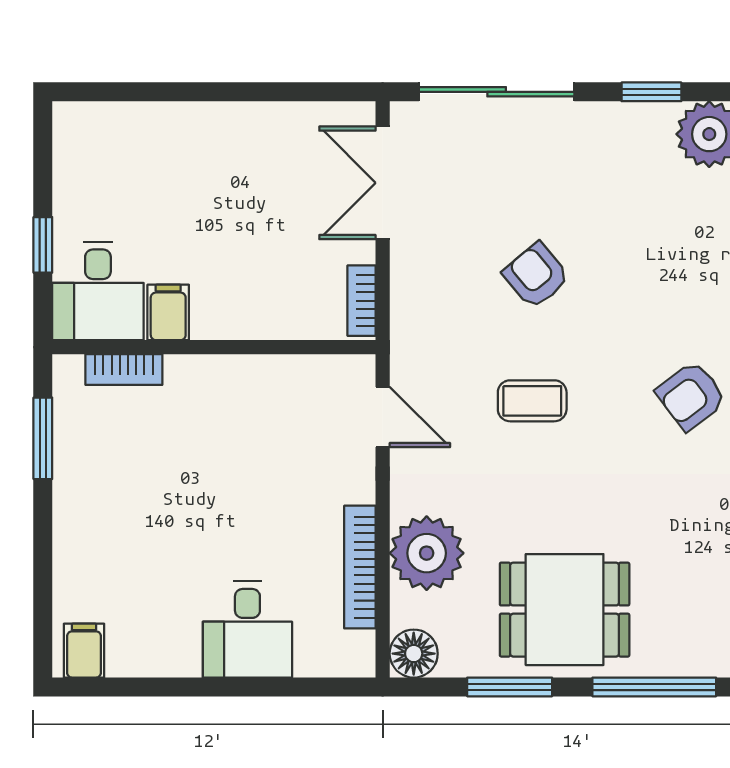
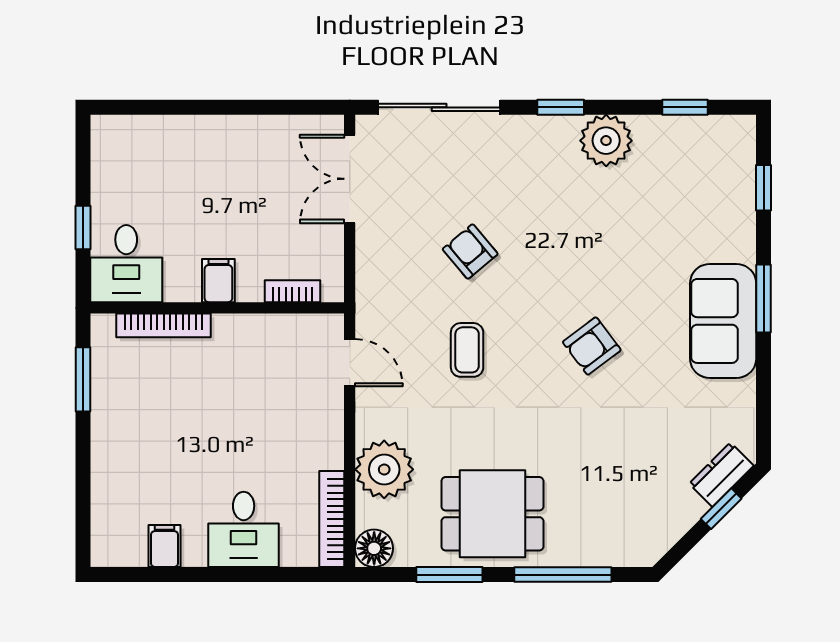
bookcase: (362, 301) -> (292, 291), moved, turned 90
filing cabinet: (168, 312) -> (218, 281), moved
bookcase: (124, 370) -> (164, 325), width x1.56
coffee table: (532, 401) -> (467, 350), turned 90
bookcase: (360, 567) -> (332, 519), moved
filing cabinet: (84, 651) -> (165, 546), moved

